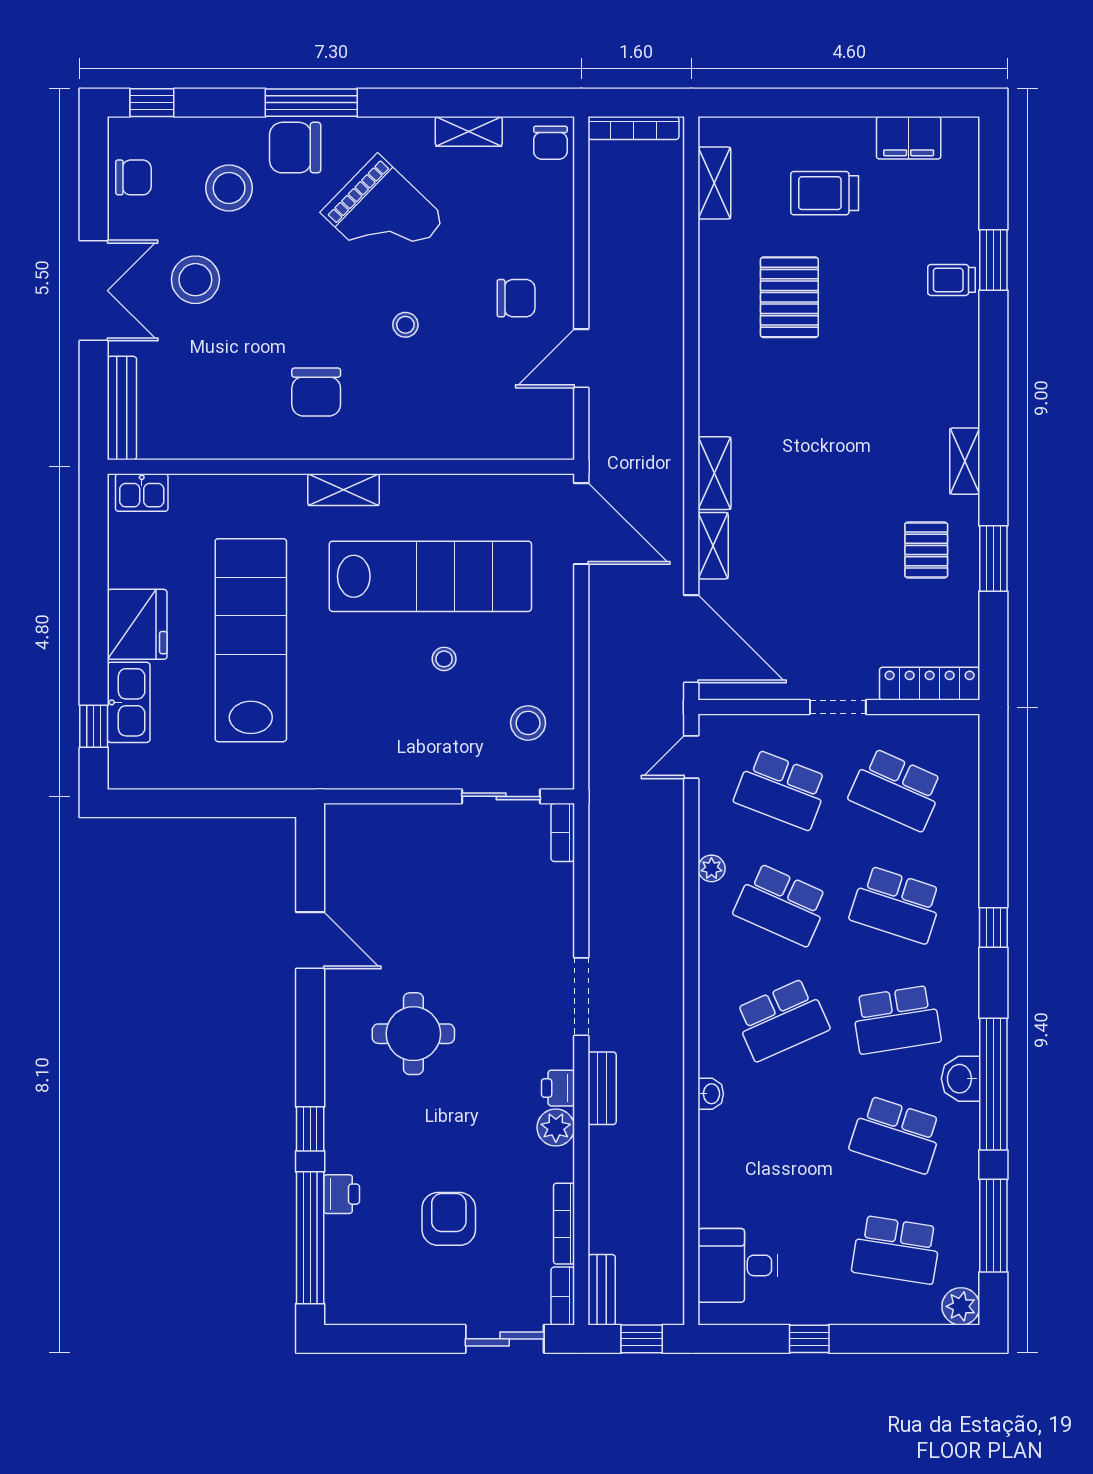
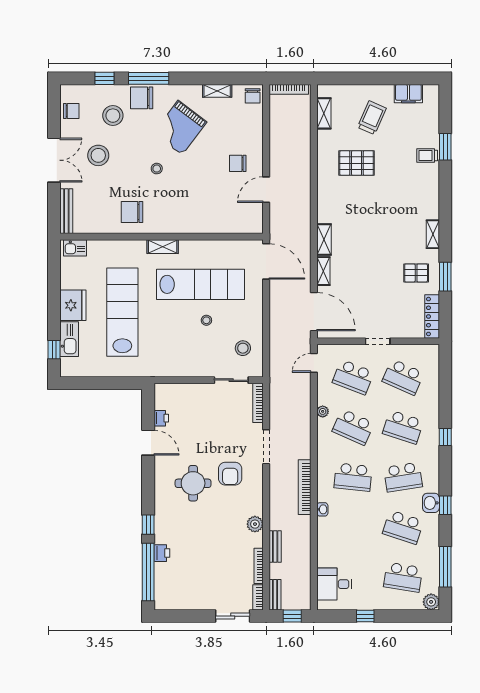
window: (152, 103) -> (104, 78), moved
trolley: (825, 193) -> (372, 118), turned 114
grand piano: (383, 216) -> (180, 128), turned 83
pallet: (789, 297) -> (357, 163), turned 90
chair: (516, 298) -> (238, 163), turned 180
stool: (405, 325) -> (157, 169), moved
chair: (316, 392) -> (132, 212), moved, turned 90
pallet: (926, 550) -> (416, 273), turned 90
locker: (930, 684) -> (432, 316), moved, turned -90
bookcase: (563, 832) -> (258, 403), width x1.56
doorway: (581, 997) -> (266, 447), moved
school desk: (781, 1020) -> (353, 477), turned 30
bookcase: (670, 1043) -> (305, 487), added
window: (993, 1084) -> (445, 505), width x0.32
printer: (558, 1088) -> (161, 418), moved, turned 180
bench: (602, 1088) -> (275, 547), moved
armchair: (449, 1219) -> (230, 474), moved, turned 180

